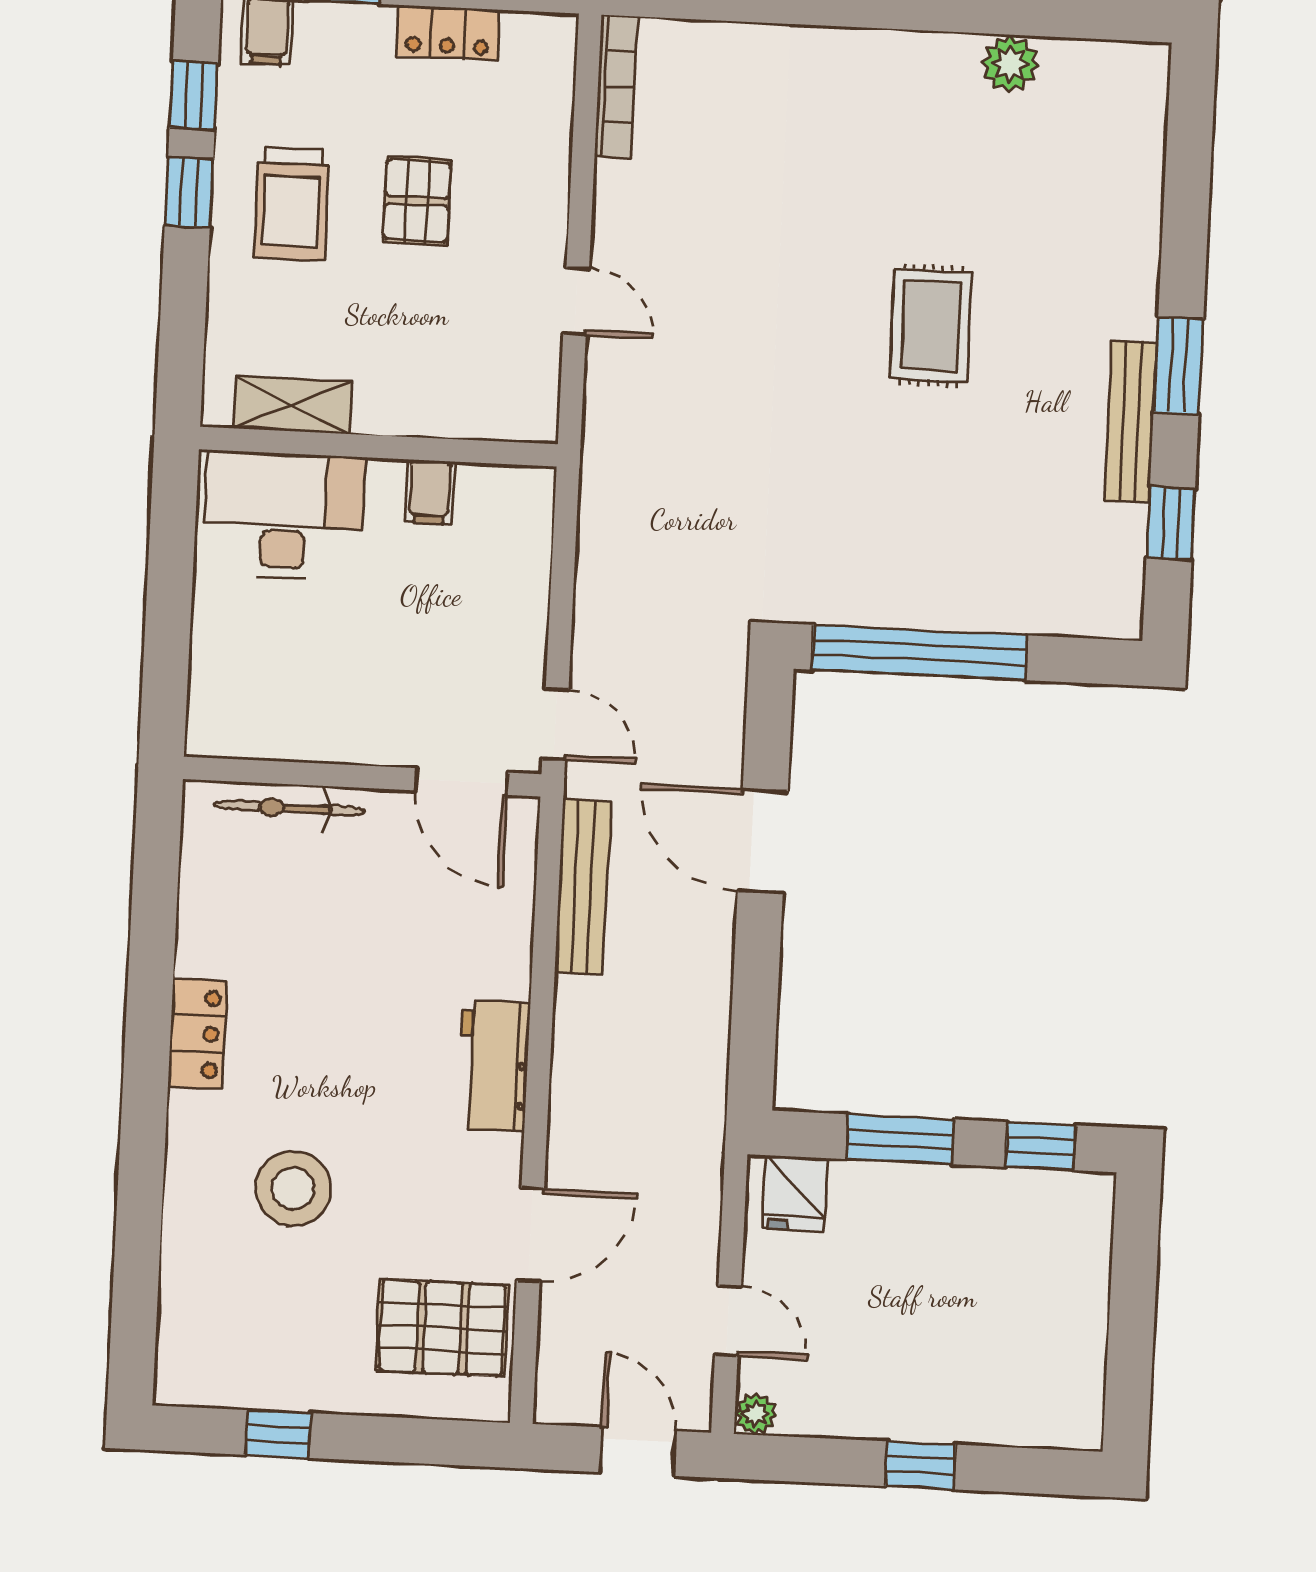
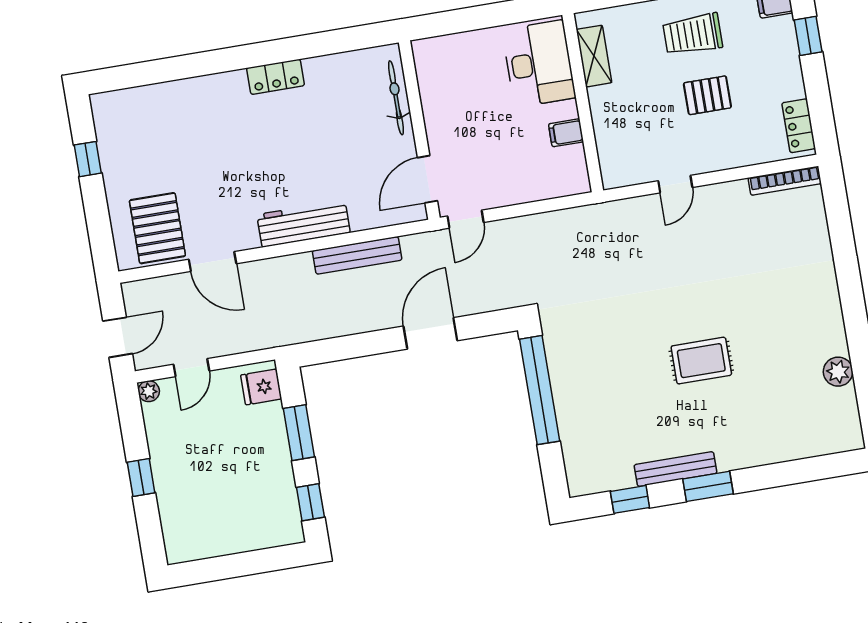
locker: (448, 33) -> (799, 126), moved
bench: (583, 887) -> (357, 255), moved
workbench: (494, 1066) -> (304, 224), width x1.38
stool: (293, 1188) -> (210, 140), removed

